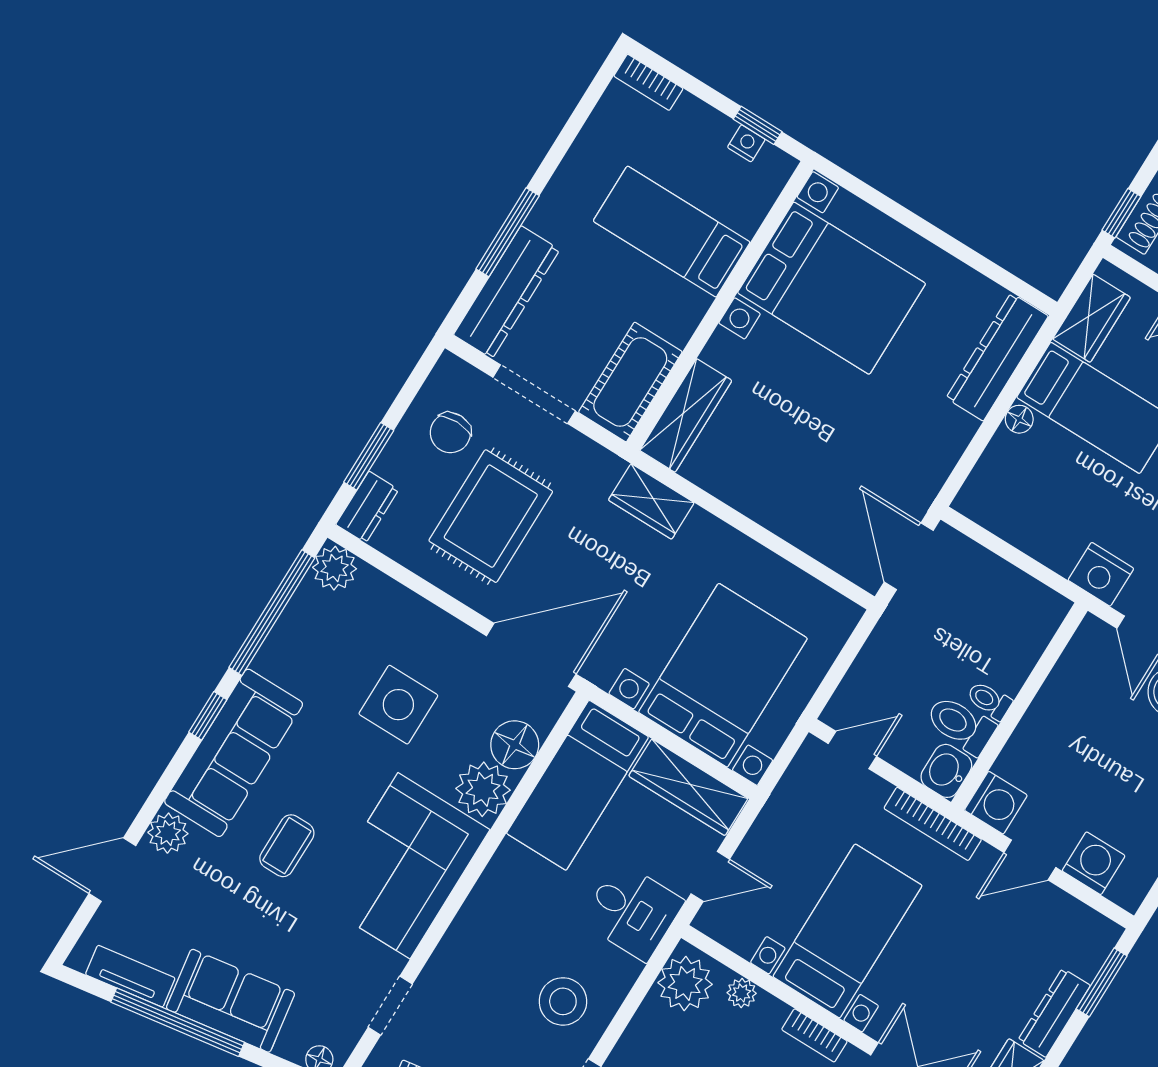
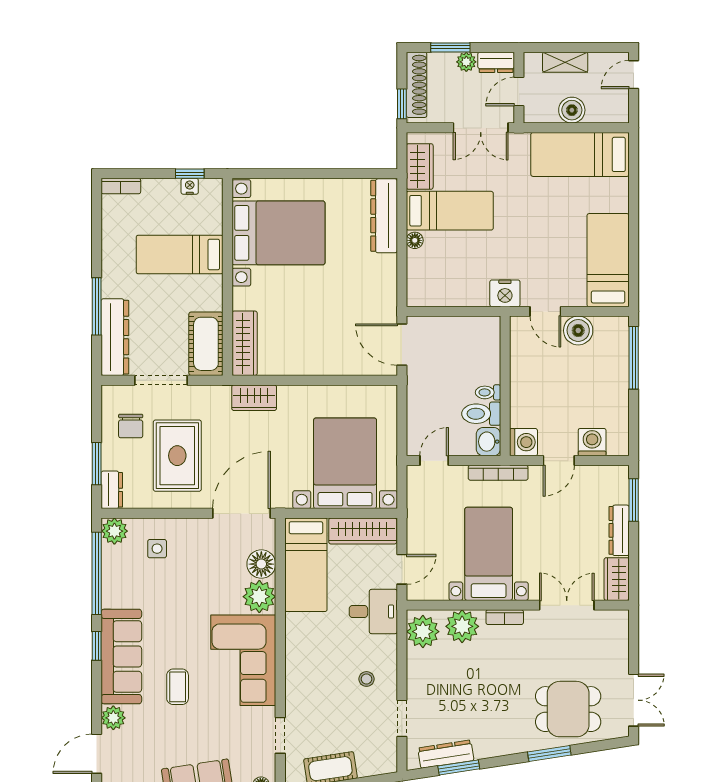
side table: (398, 705) -> (157, 549), moved, width x0.54, depth x0.54
plant: (742, 993) -> (462, 626), width x1.88, depth x1.88
stool: (563, 1001) -> (366, 679), width x0.53, depth x0.53

